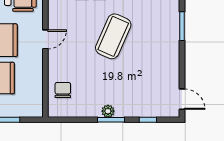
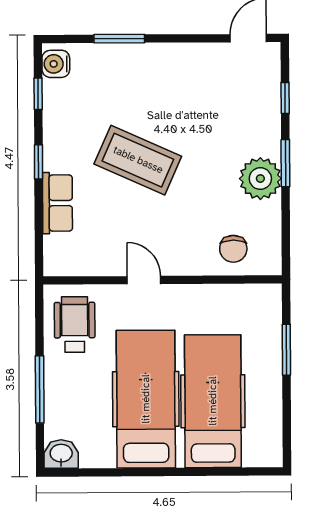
chair: (63, 90) -> (233, 249), turned -90
plant: (108, 111) -> (260, 179), width x1.88, depth x1.88

